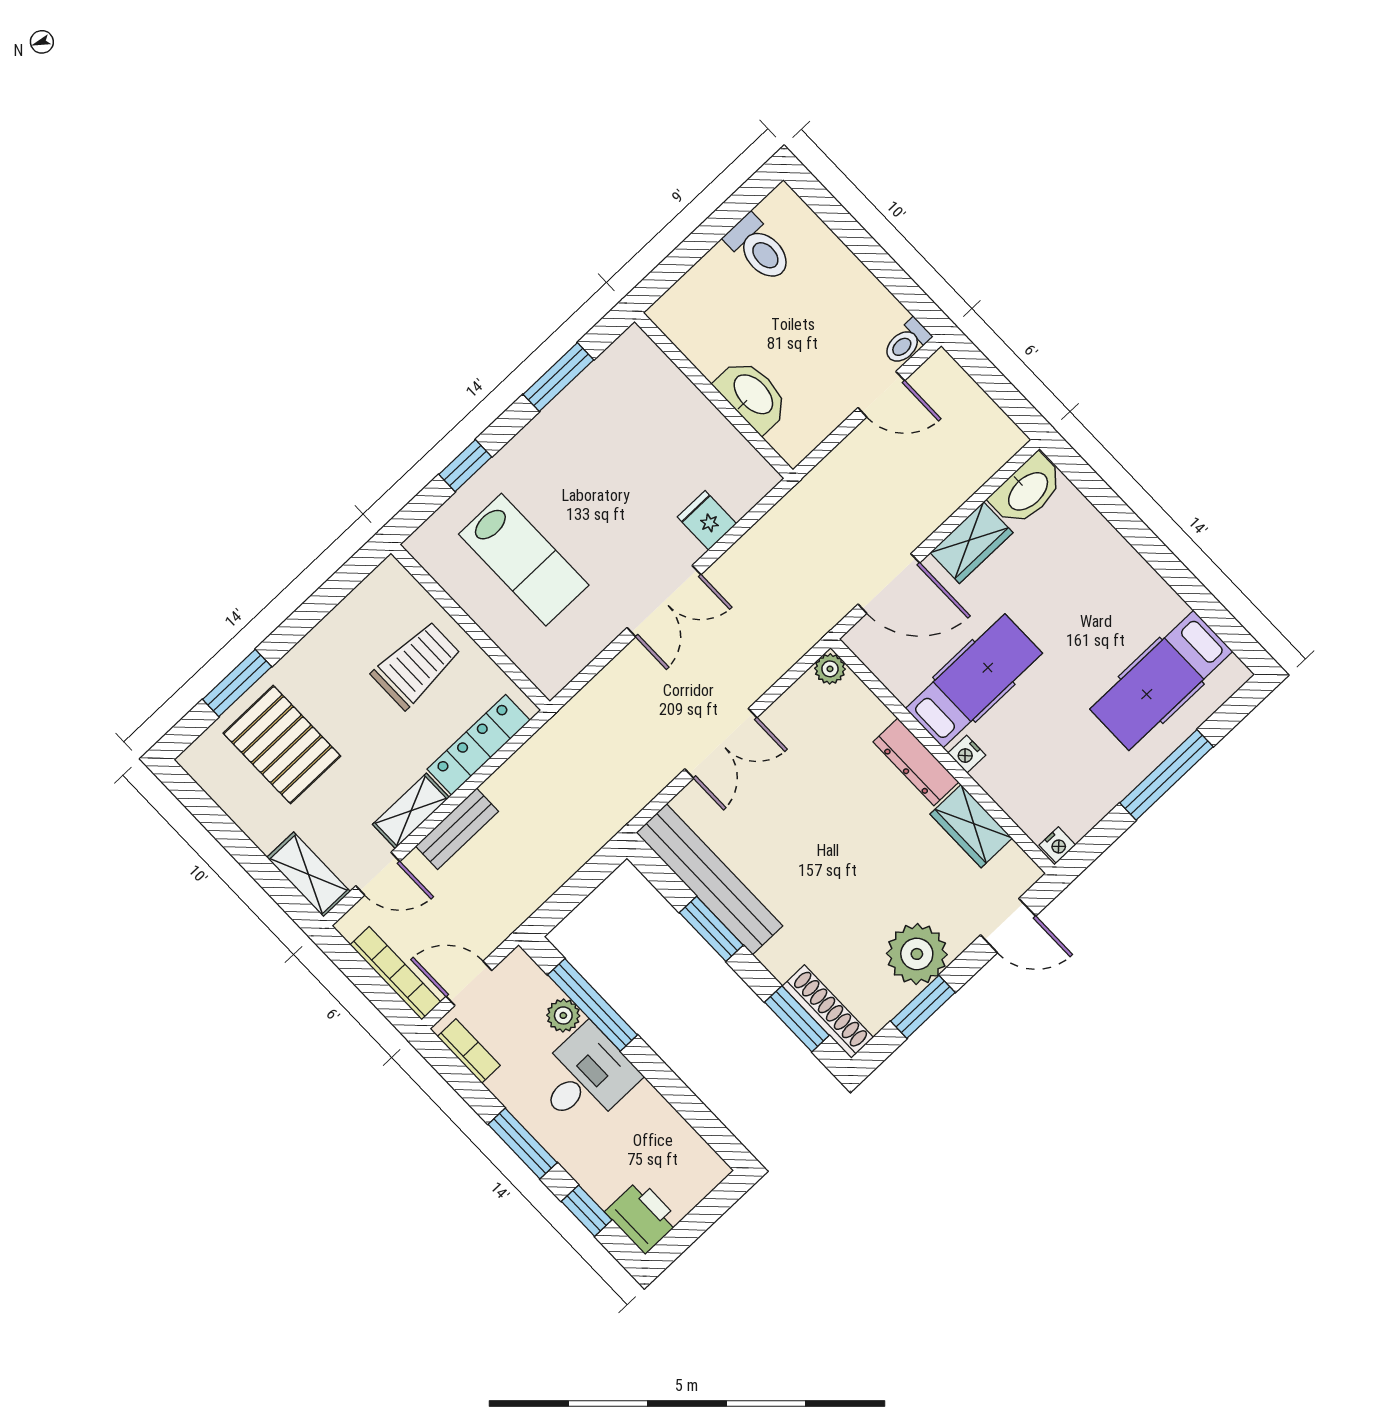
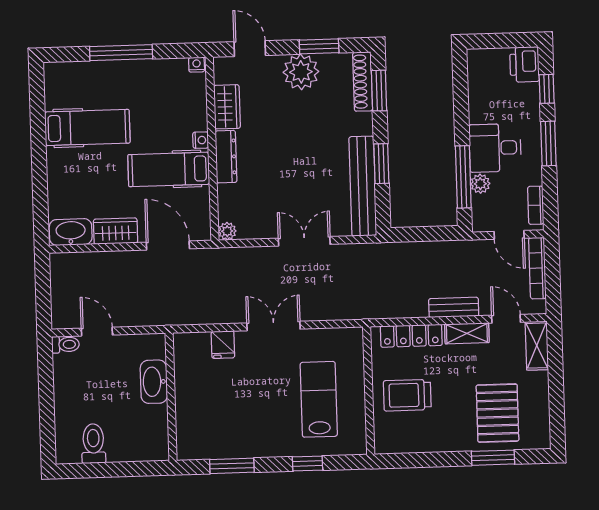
hospital bed: (1161, 680) -> (87, 127), moved

